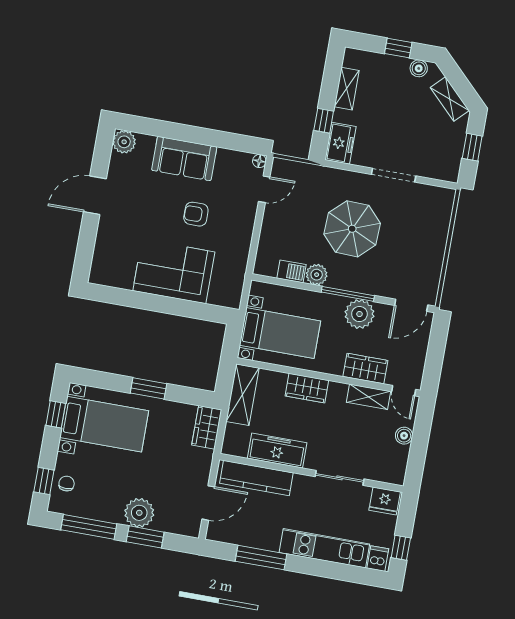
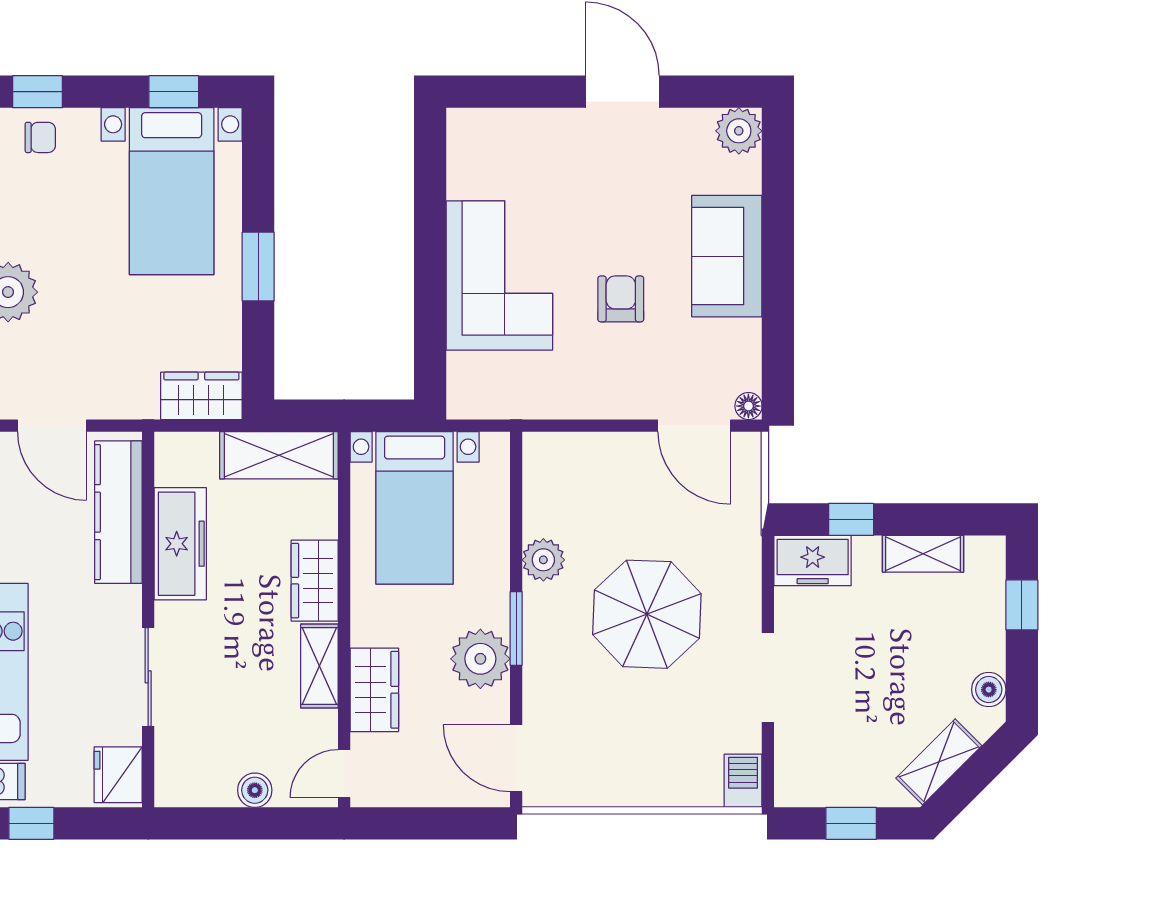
window: (398, 48) -> (1022, 605), moved
door: (264, 189) -> (694, 426), width x1.38
barbecue: (291, 271) -> (743, 781), moved, turned 180
window: (348, 294) -> (516, 628), width x0.69
shelving: (368, 397) -> (319, 666), moved

